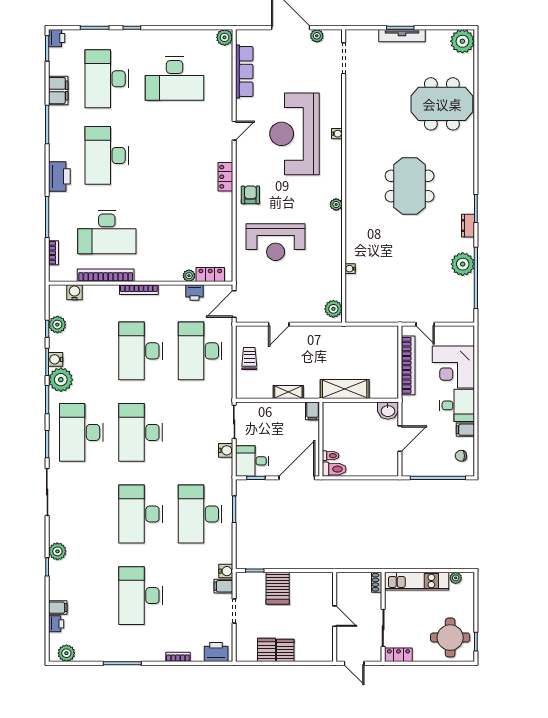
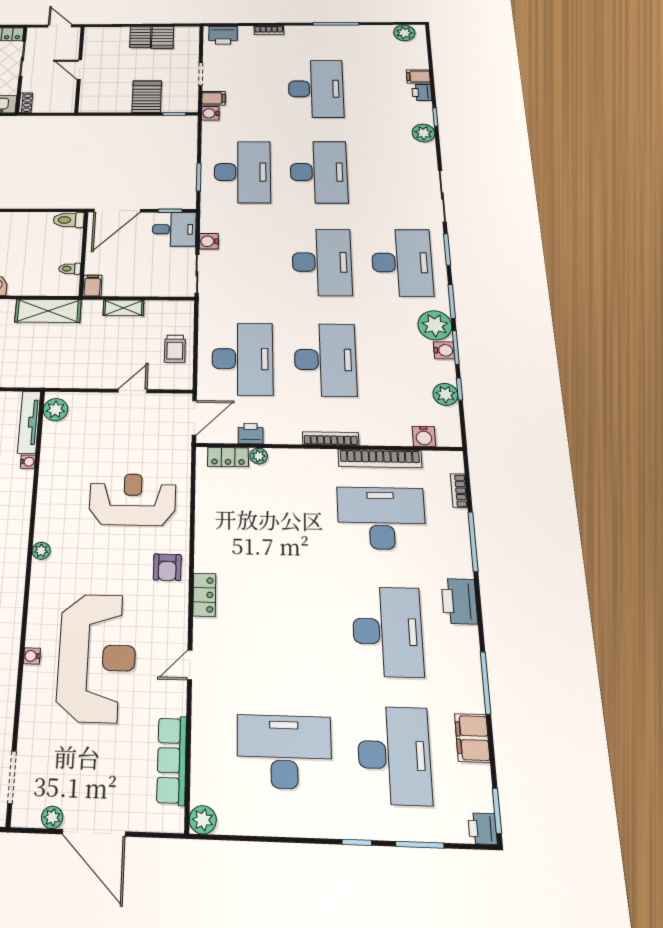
tv unit: (352, 299) -> (29, 422), added
toilet: (331, 456) -> (70, 269), moved
printer: (56, 624) -> (422, 92), moved

